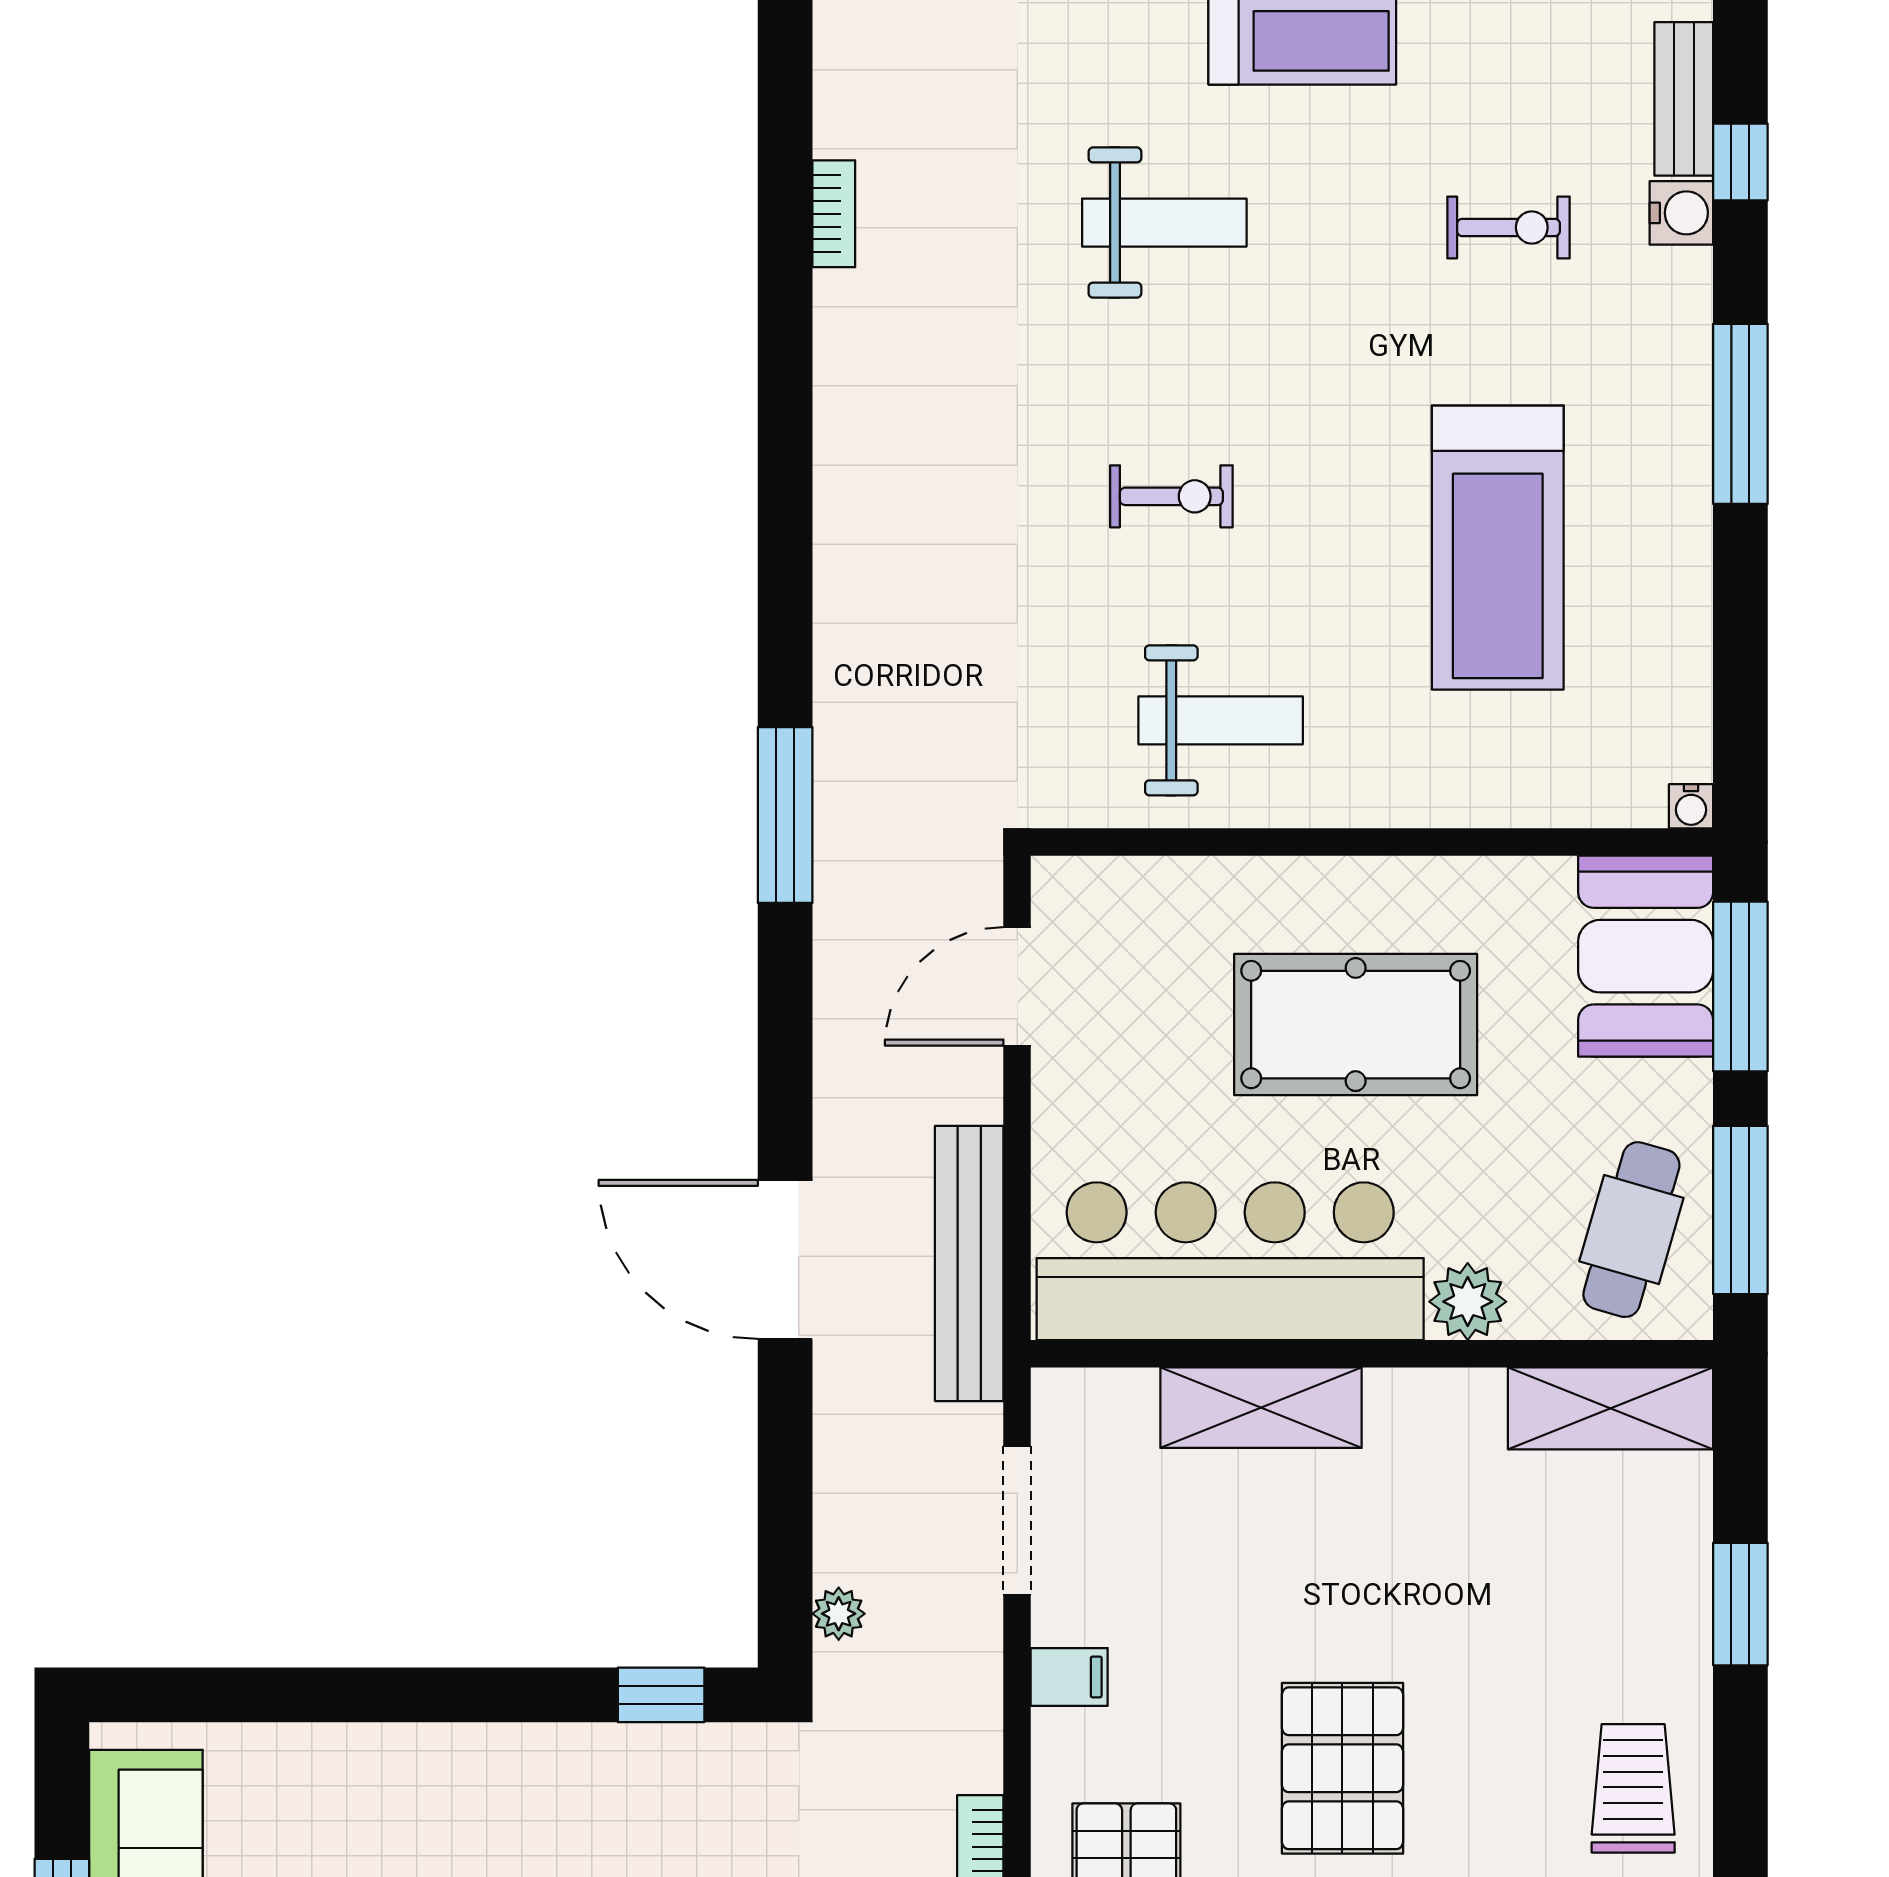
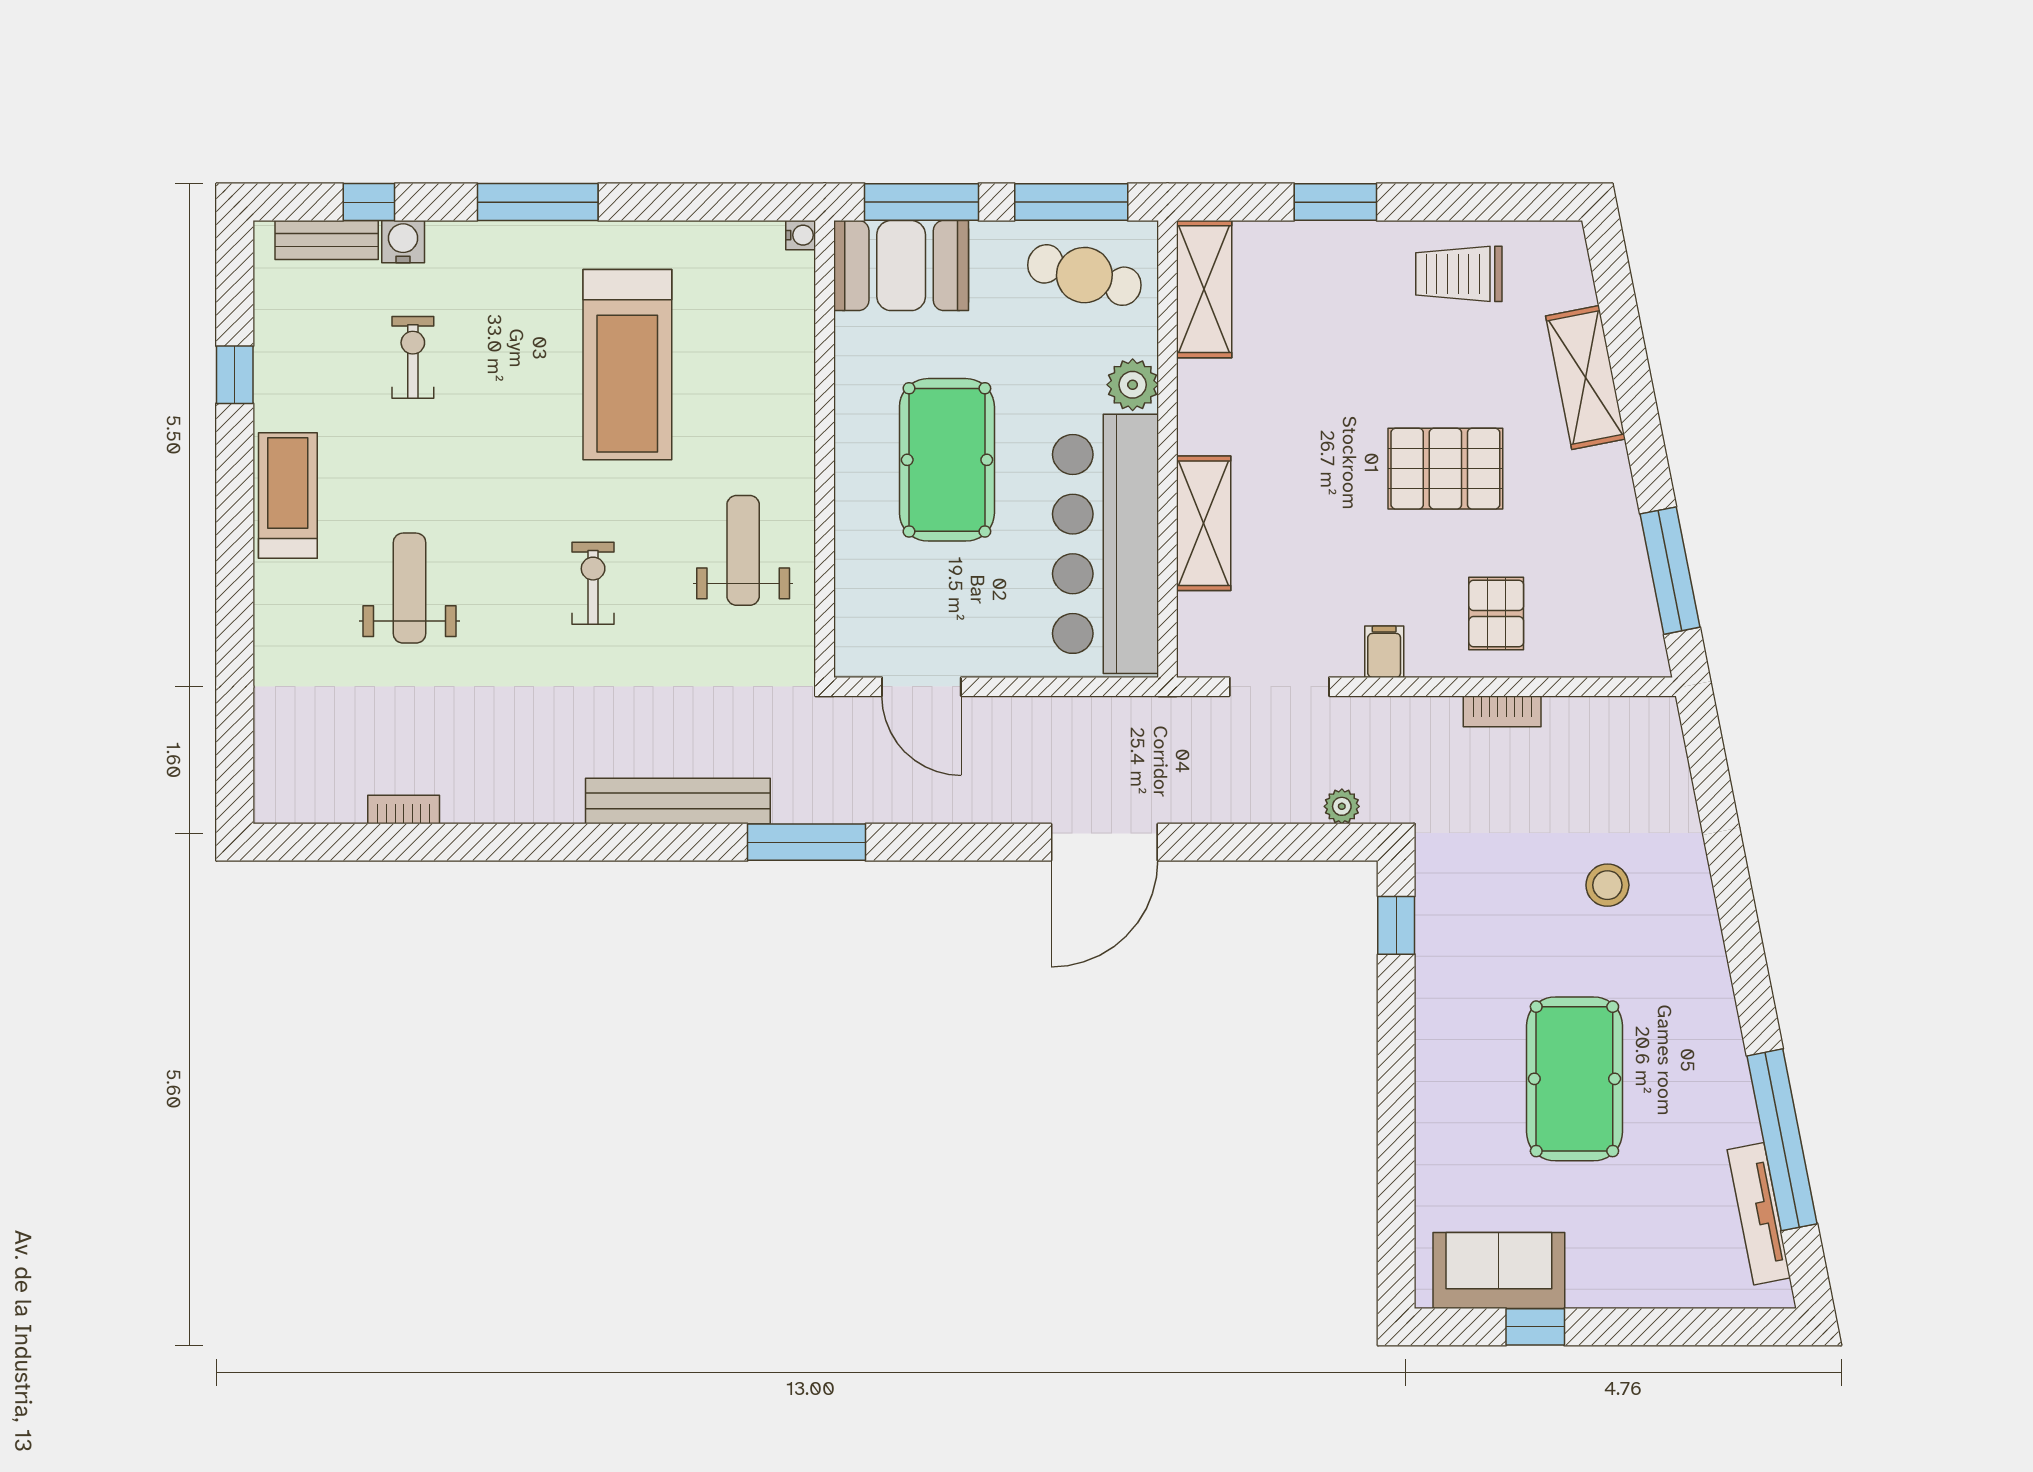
treadmill: (1498, 548) -> (627, 365), turned 90
bench: (969, 1263) -> (678, 801), moved

